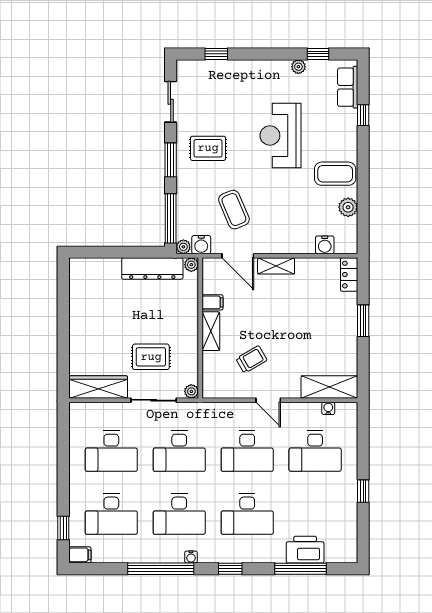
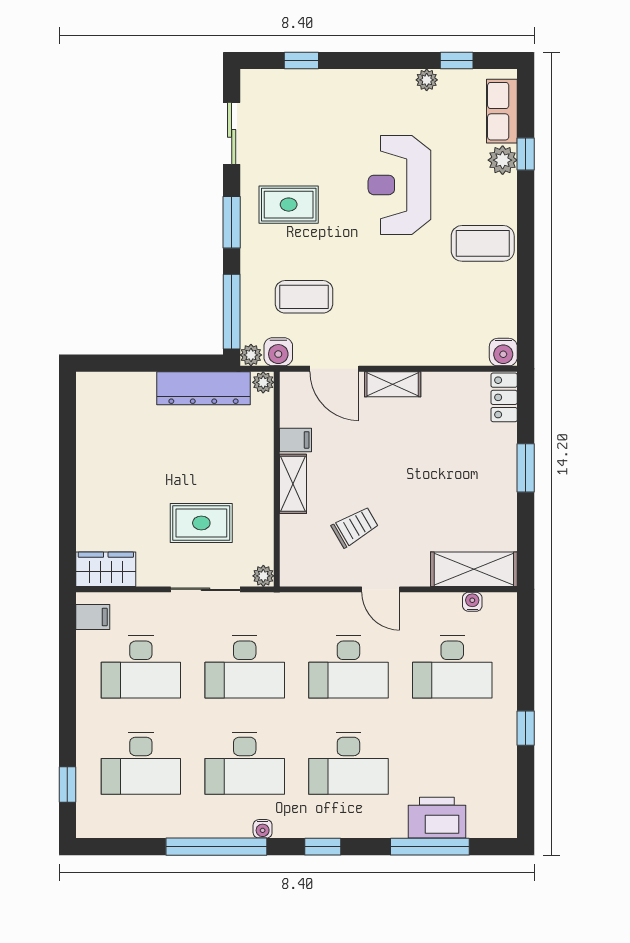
plant: (348, 207) -> (503, 160), moved
coffee table: (234, 210) -> (304, 297), moved, turned -67
water cooler: (325, 245) -> (503, 352), moved
wardrobe: (98, 387) -> (106, 569), width x0.67
filing cabinet: (80, 555) -> (93, 617), moved

